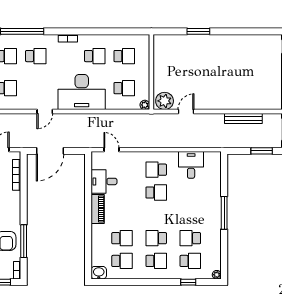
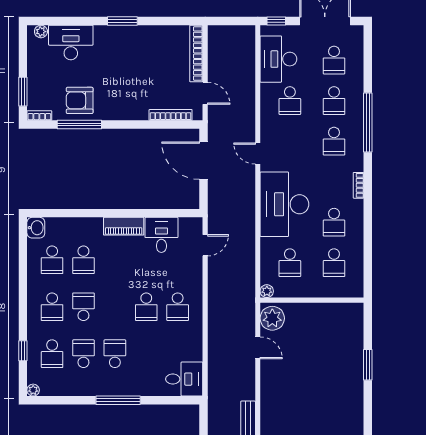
desk: (191, 165) -> (184, 379), moved
school desk: (156, 170) -> (178, 307), turned 180
school desk: (190, 215) -> (115, 354), added

